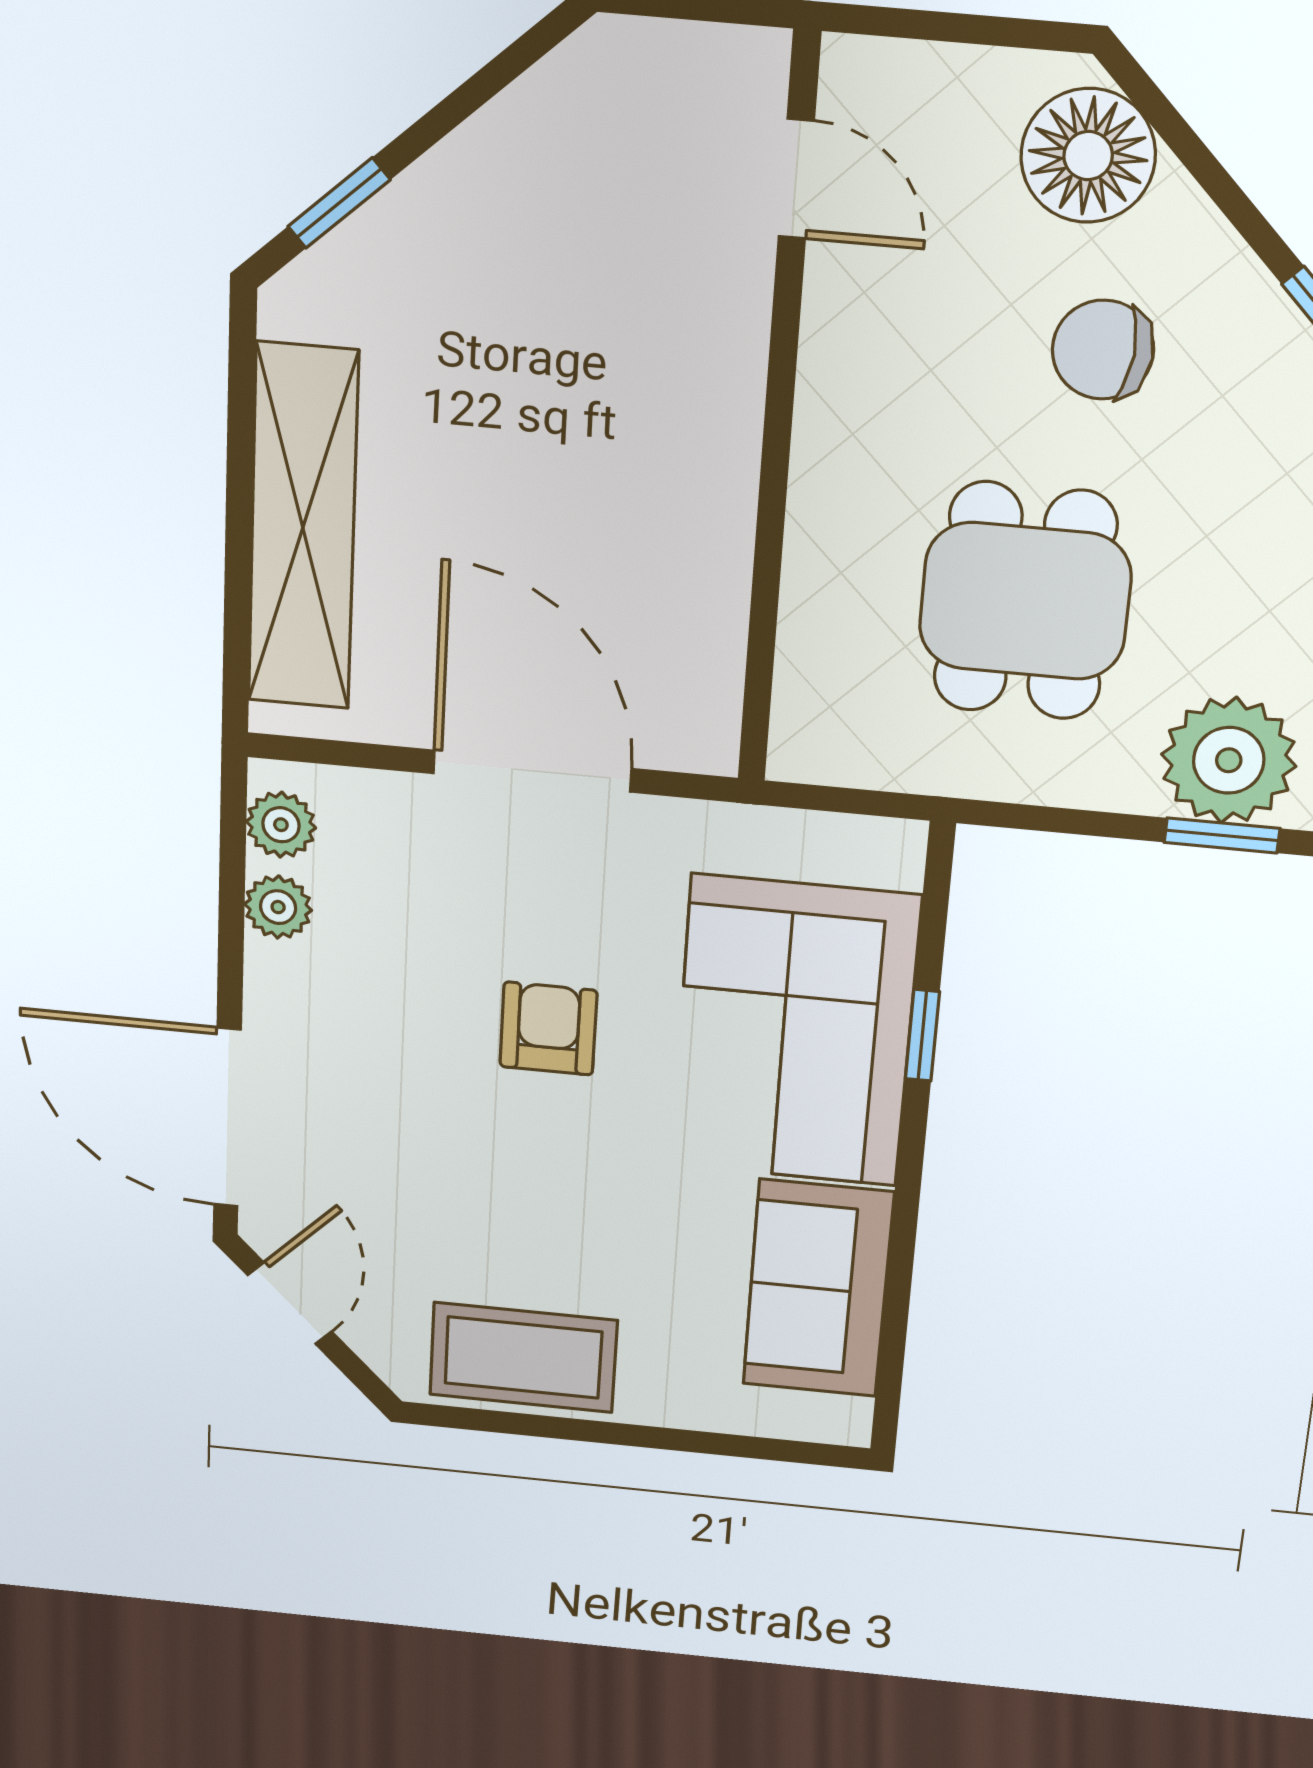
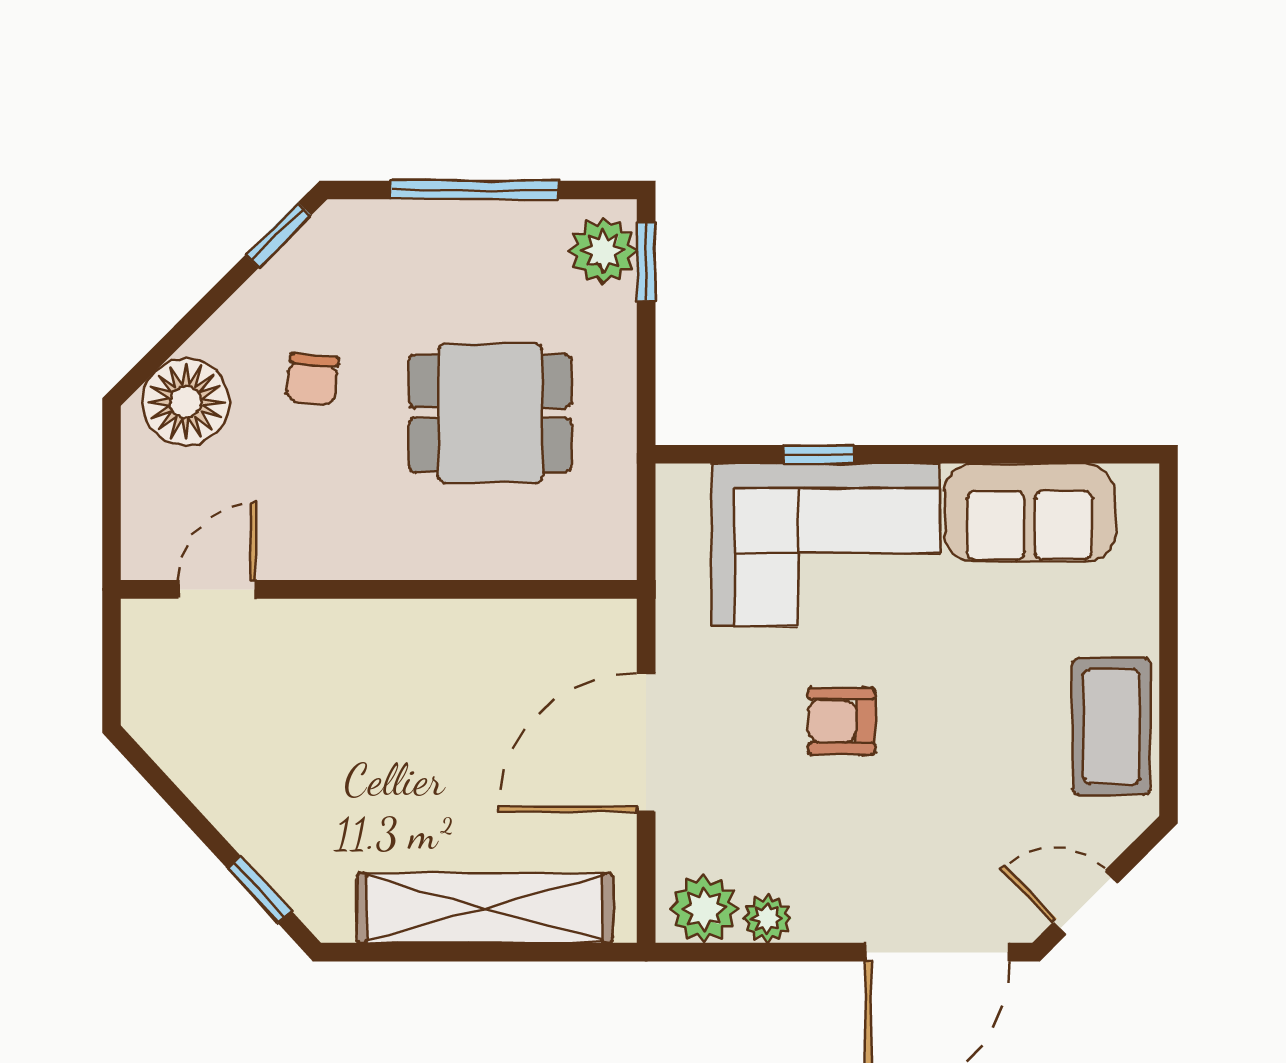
chair: (1103, 350) -> (312, 379), width x0.73, depth x0.73
plant: (1229, 760) -> (603, 251), width x0.73, depth x0.73
plant: (281, 825) -> (704, 909), width x1.38, depth x1.38

